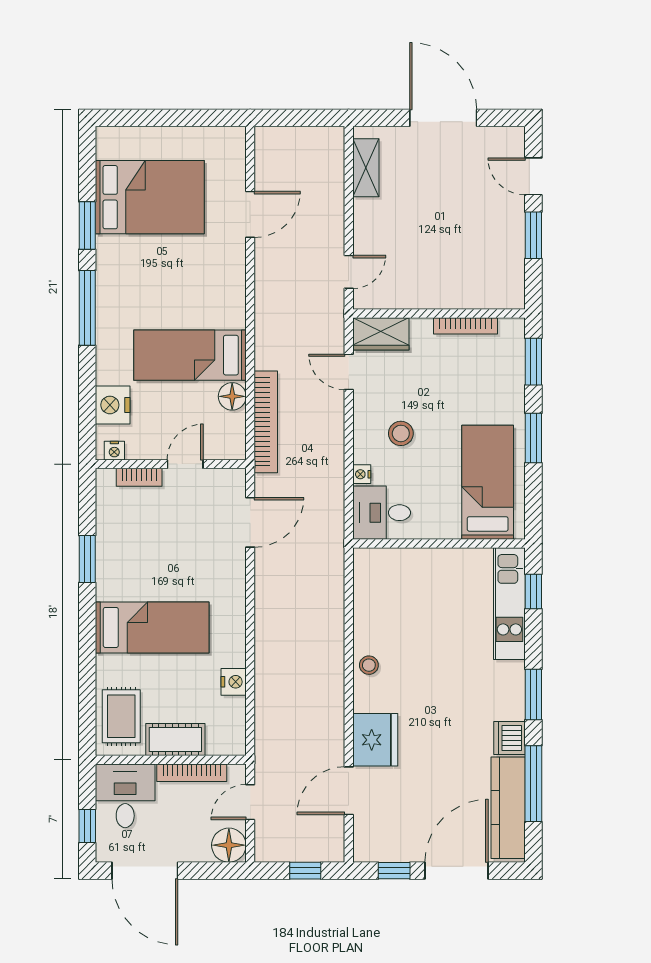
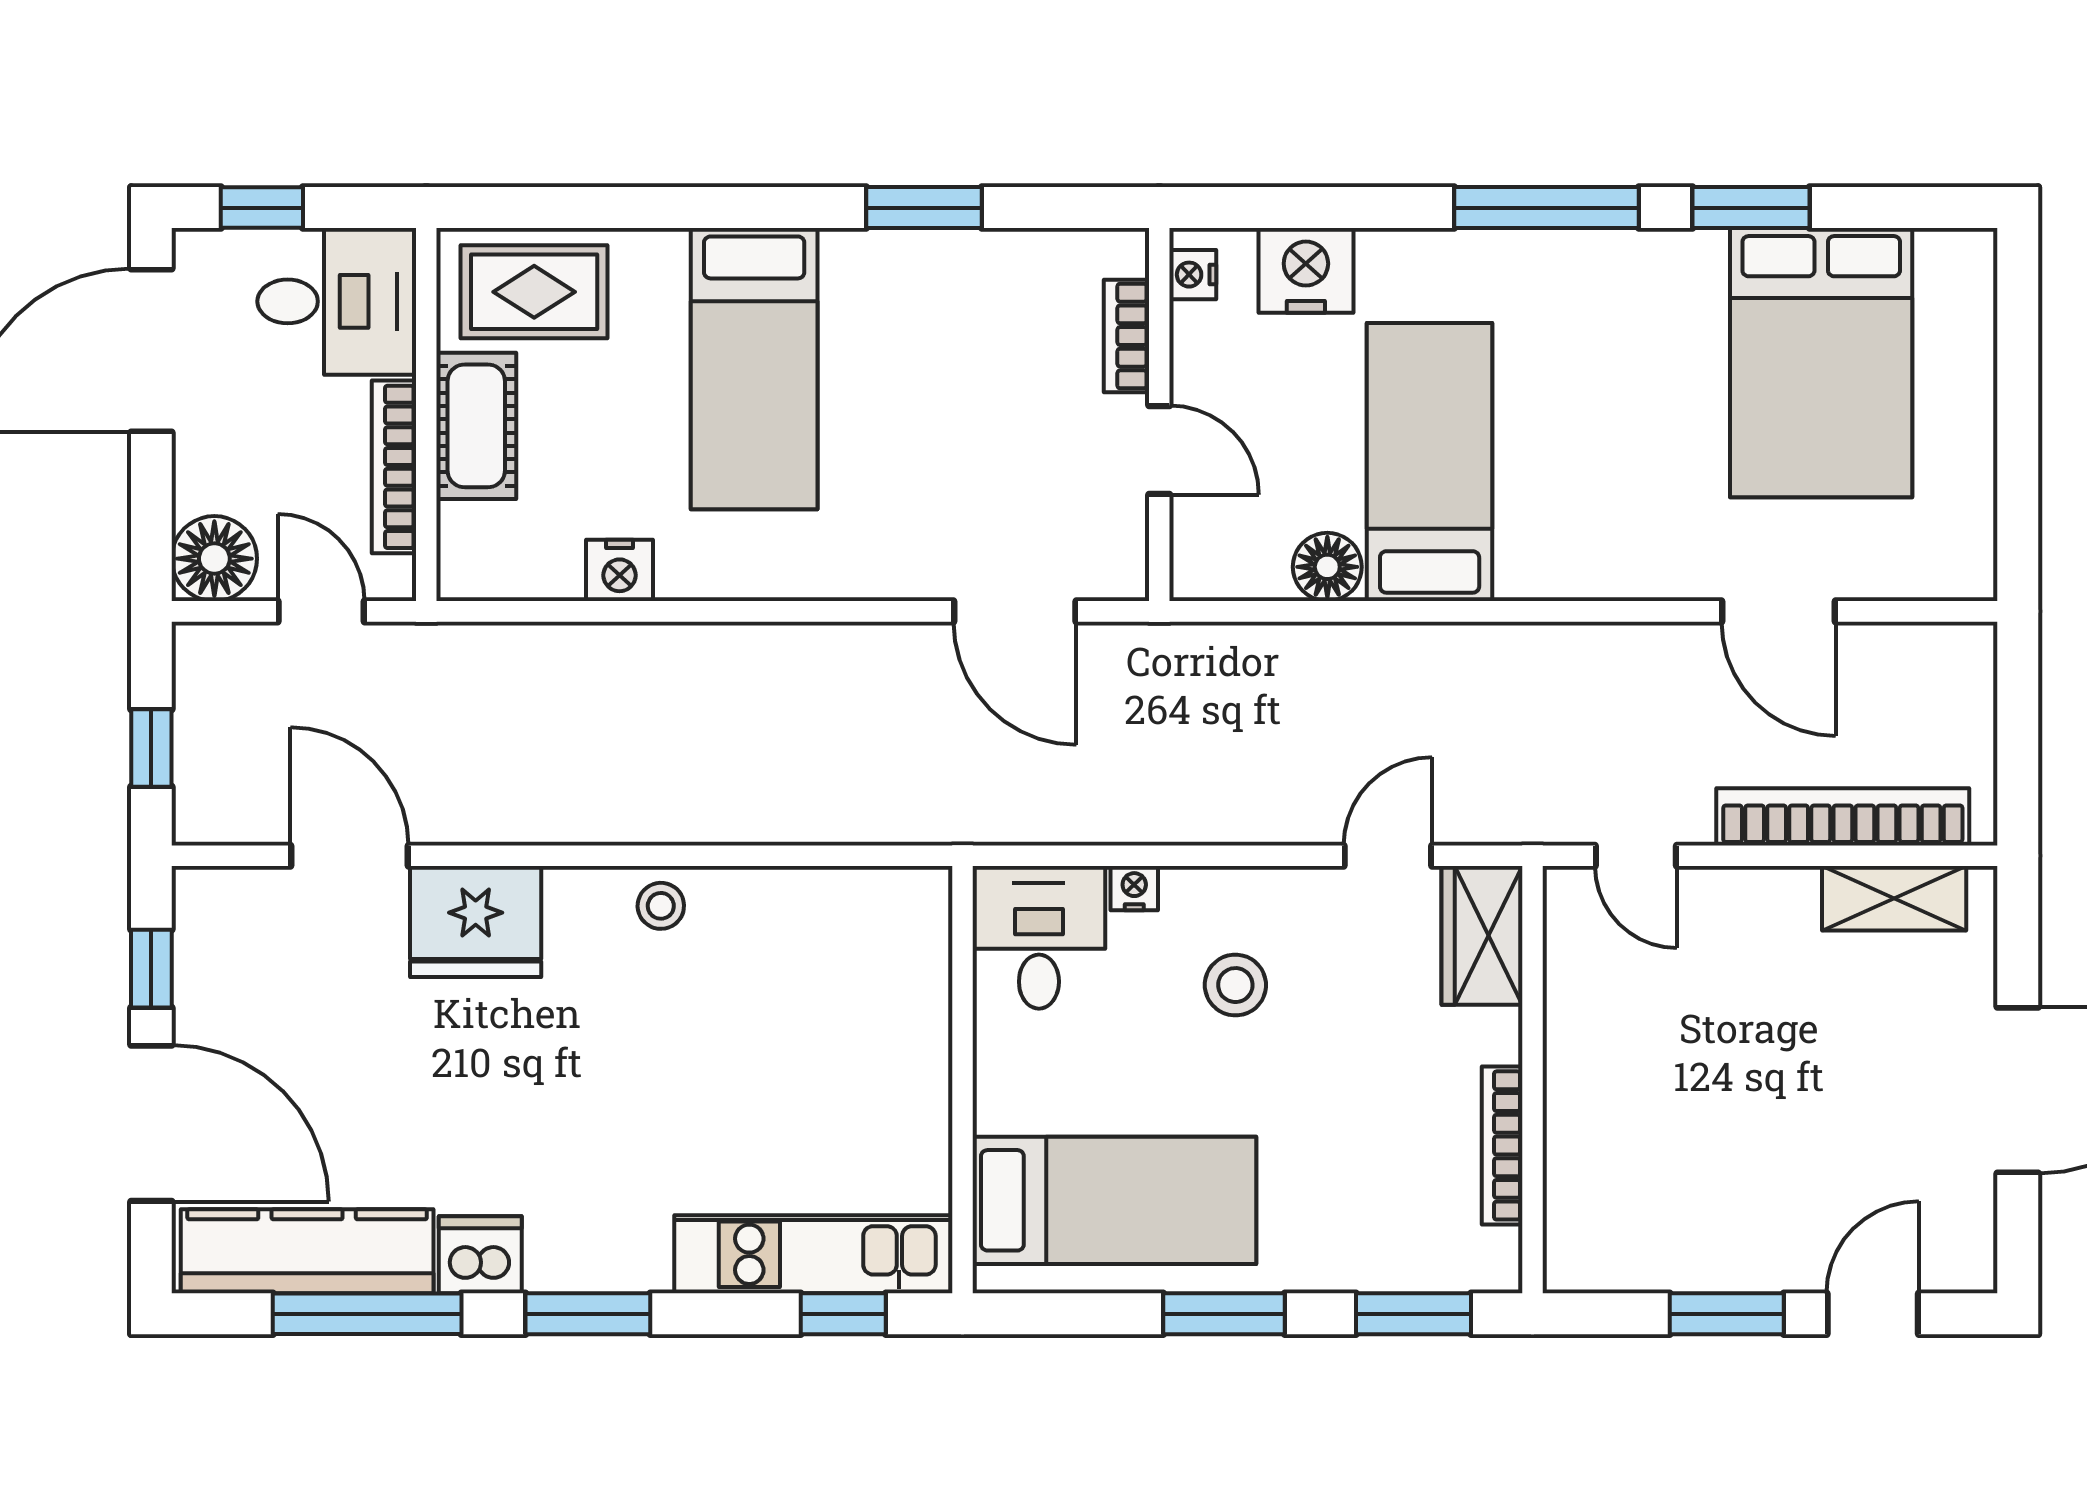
bookcase: (266, 422) -> (1843, 817), moved, turned 180

